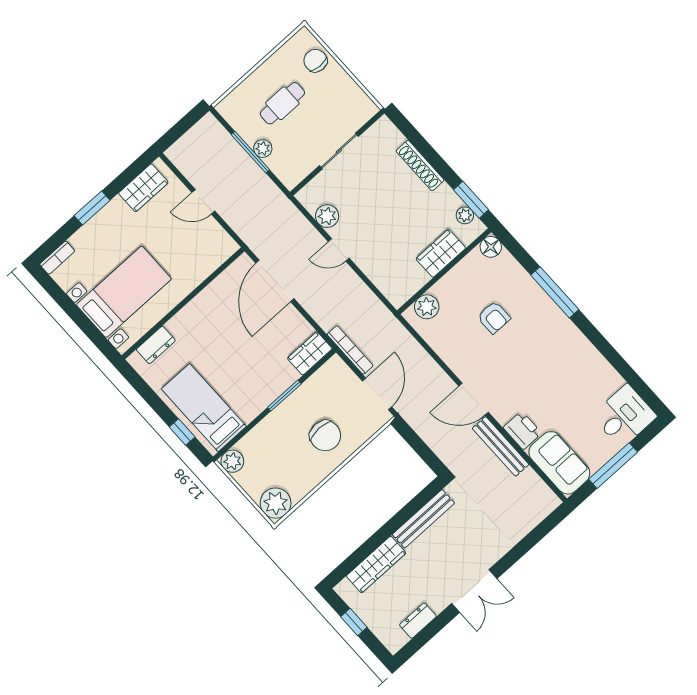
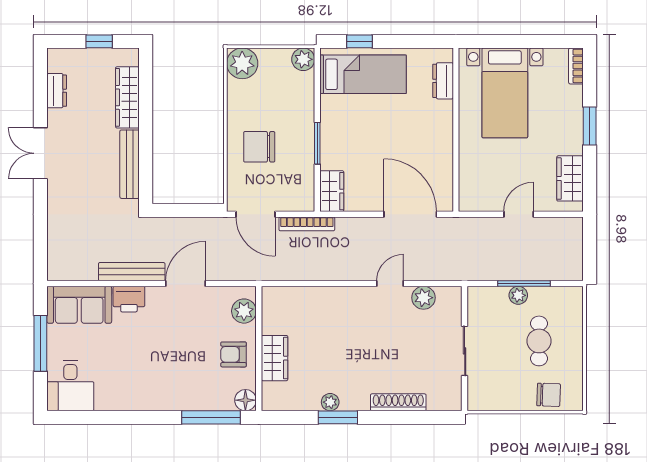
floor lamp: (491, 247) -> (245, 400), moved
wardrobe: (441, 253) -> (275, 358), moved
wall: (444, 271) -> (259, 348), moved
plant: (427, 307) -> (244, 311), moved

